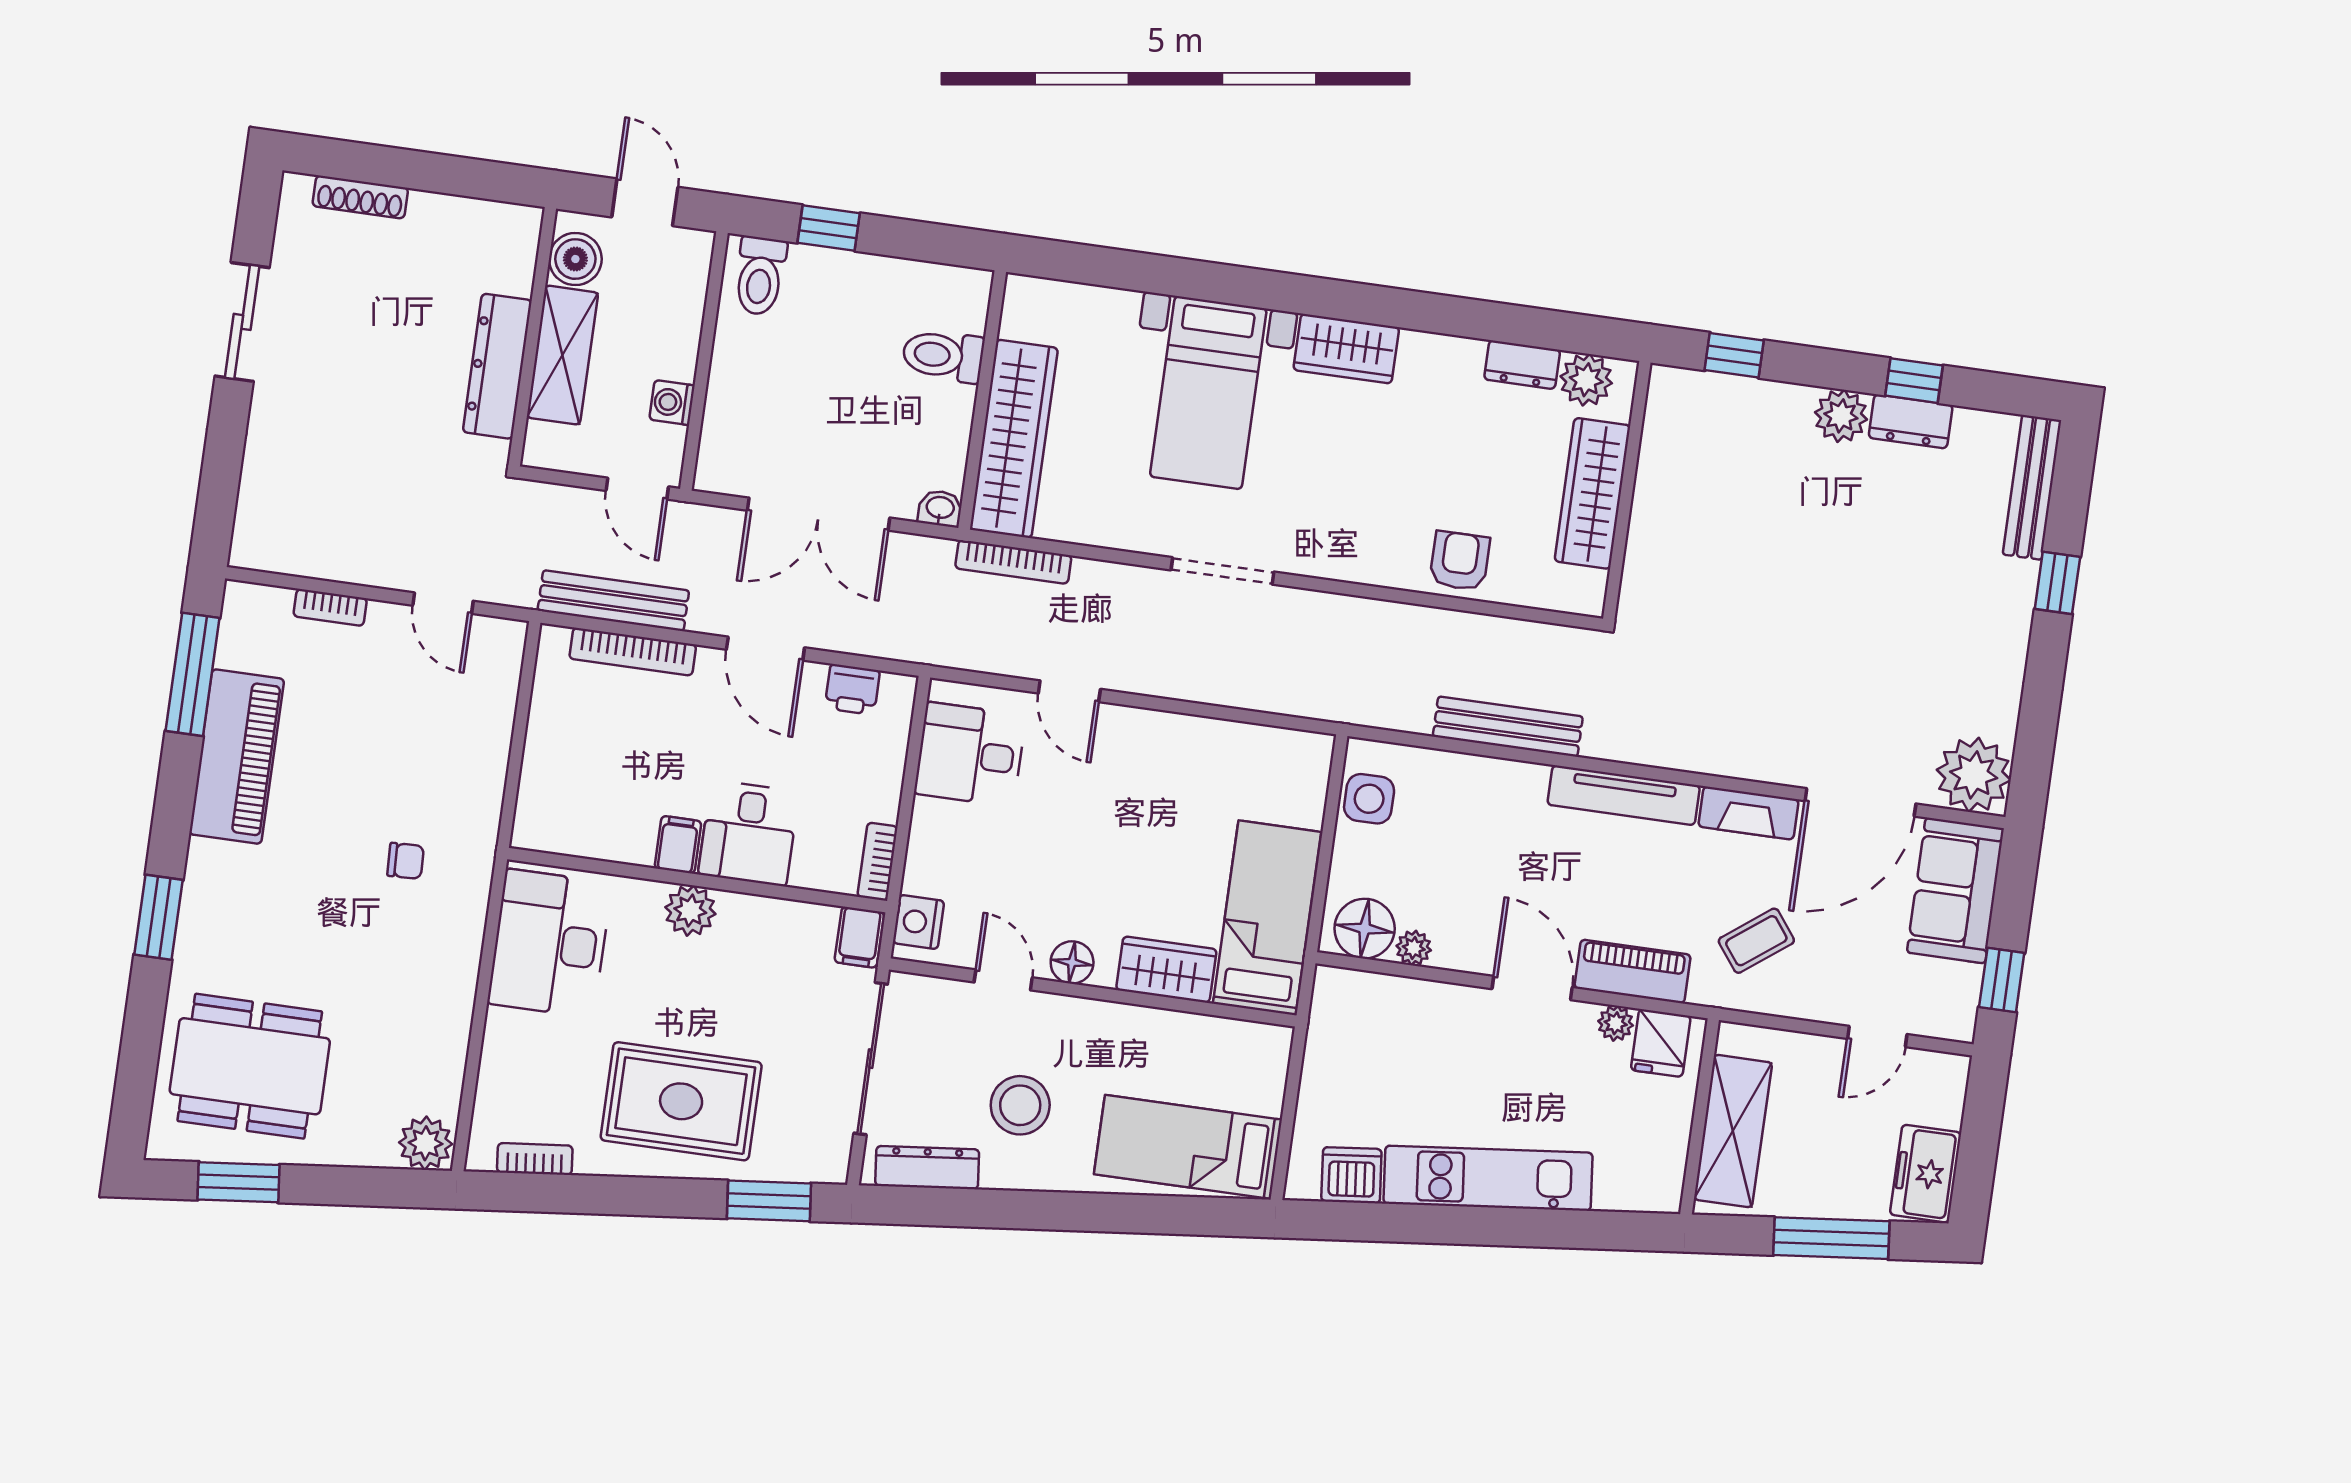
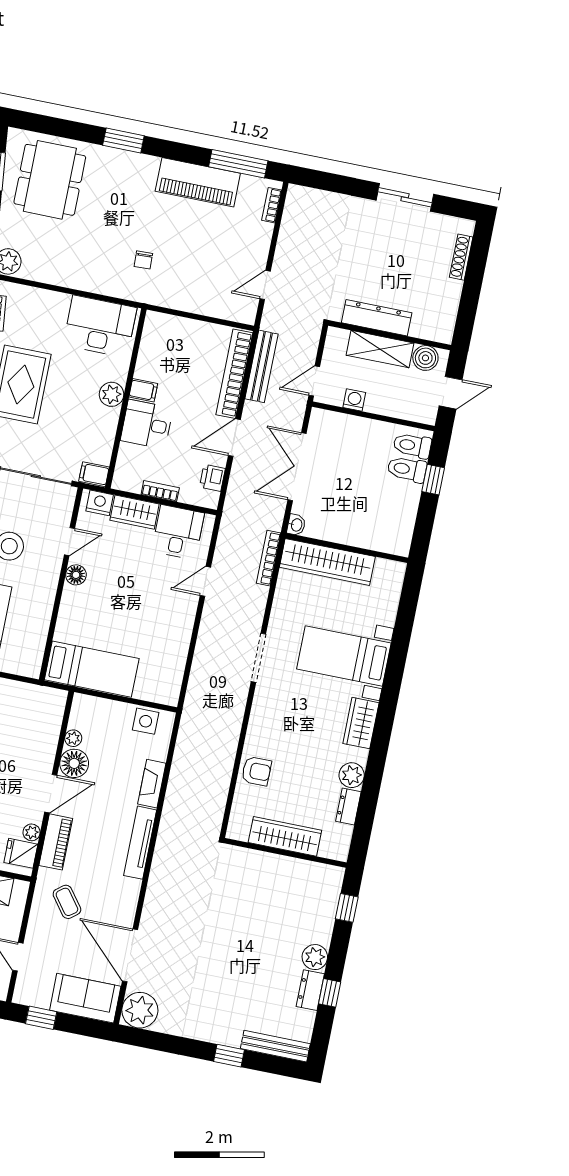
toilet: (943, 356) -> (407, 469), moved, turned -90
plant: (1586, 380) -> (352, 775), moved
bookcase: (330, 607) -> (272, 205), moved
bookcase: (633, 652) -> (234, 374), width x1.48, depth x1.31
bench: (1508, 727) -> (176, 789), removed
fireplace: (1748, 813) -> (152, 784), moved
bookcase: (877, 862) -> (160, 491), moved
floor lamp: (1365, 929) -> (74, 763), moved
wardrobe: (1166, 970) -> (135, 512), moved, turned 90

